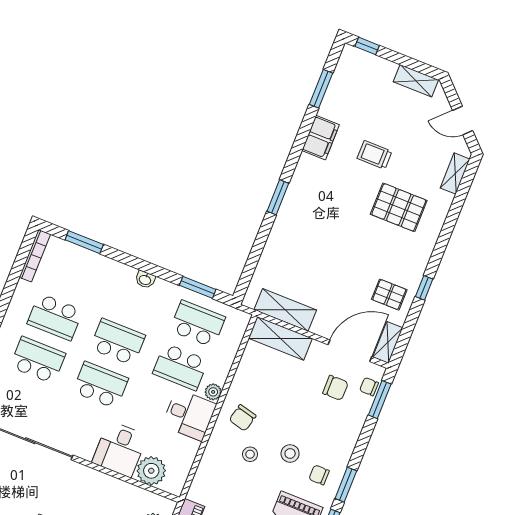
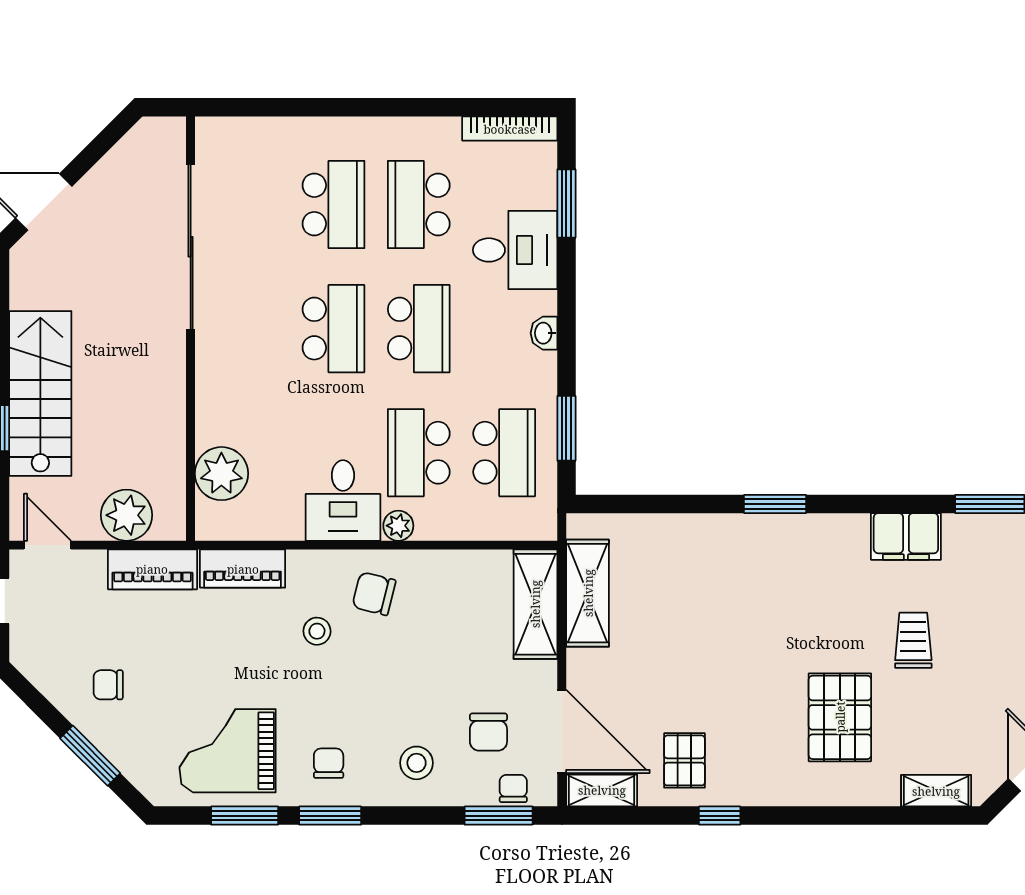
desk: (120, 449) -> (515, 250), moved, turned 180
stool: (290, 453) -> (417, 763), moved
piano: (203, 479) -> (243, 569), added

